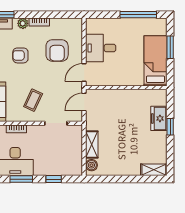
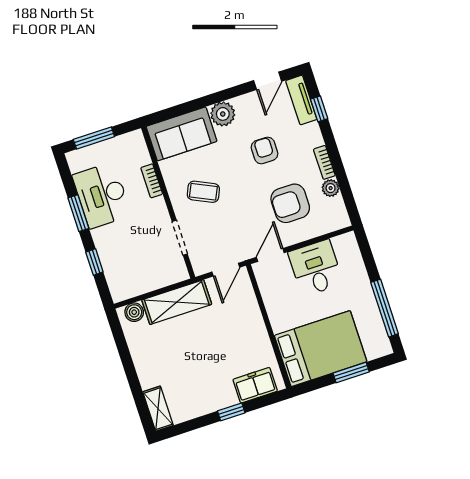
plant: (23, 23) -> (331, 188), moved
bed: (156, 61) -> (321, 349), width x1.50
door: (84, 73) -> (270, 255), hinge flipped
door: (84, 102) -> (226, 270), swing flipped
freezer: (159, 118) -> (255, 385), moved
shelving: (92, 145) -> (177, 302), width x1.50, depth x1.33

